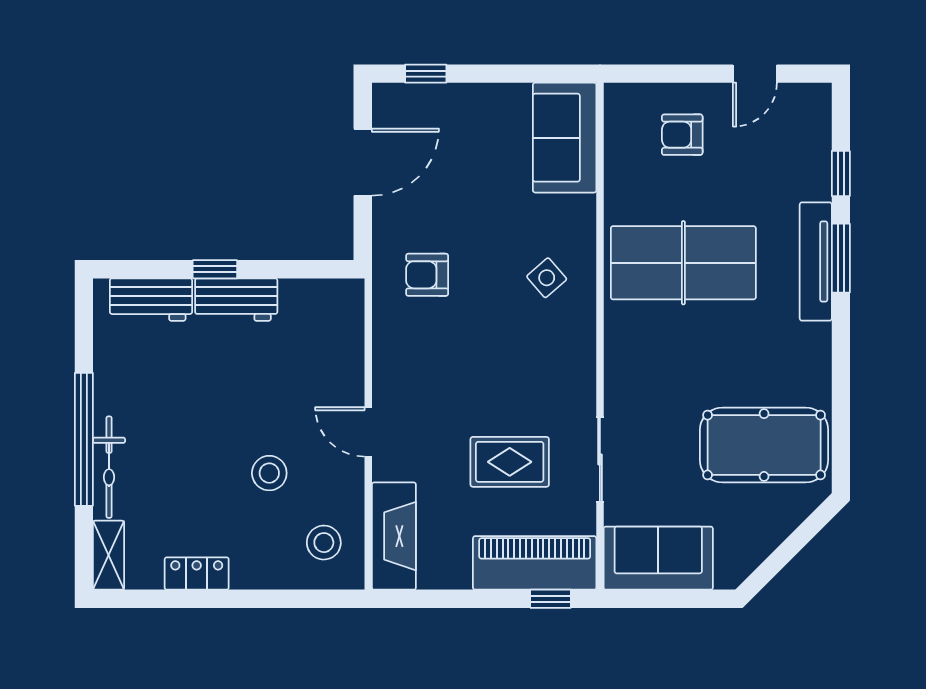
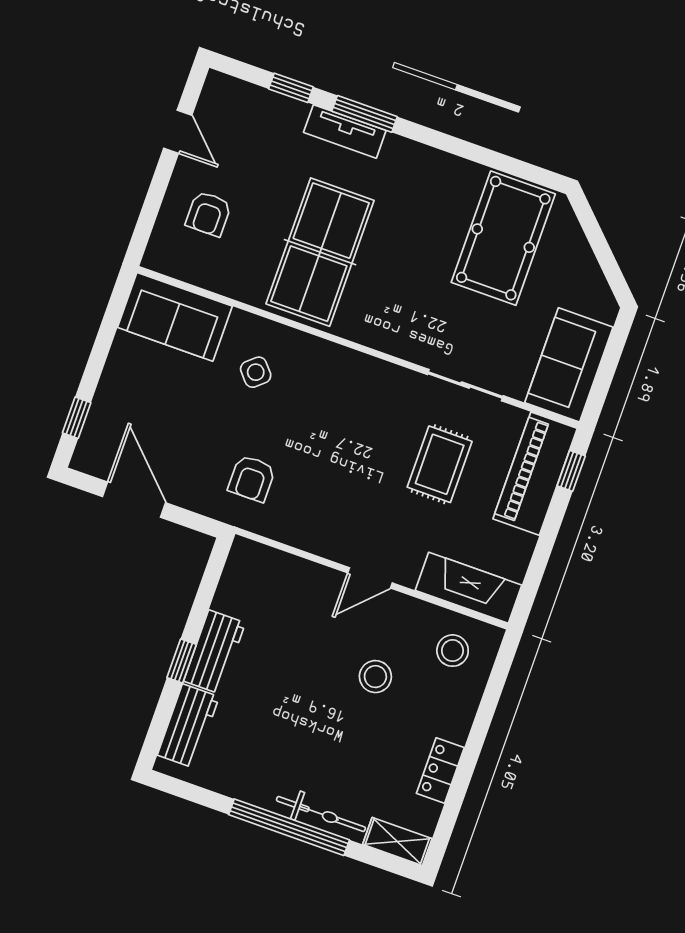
tv unit: (816, 261) -> (345, 131), width x0.71
side table: (547, 278) -> (256, 372), moved

